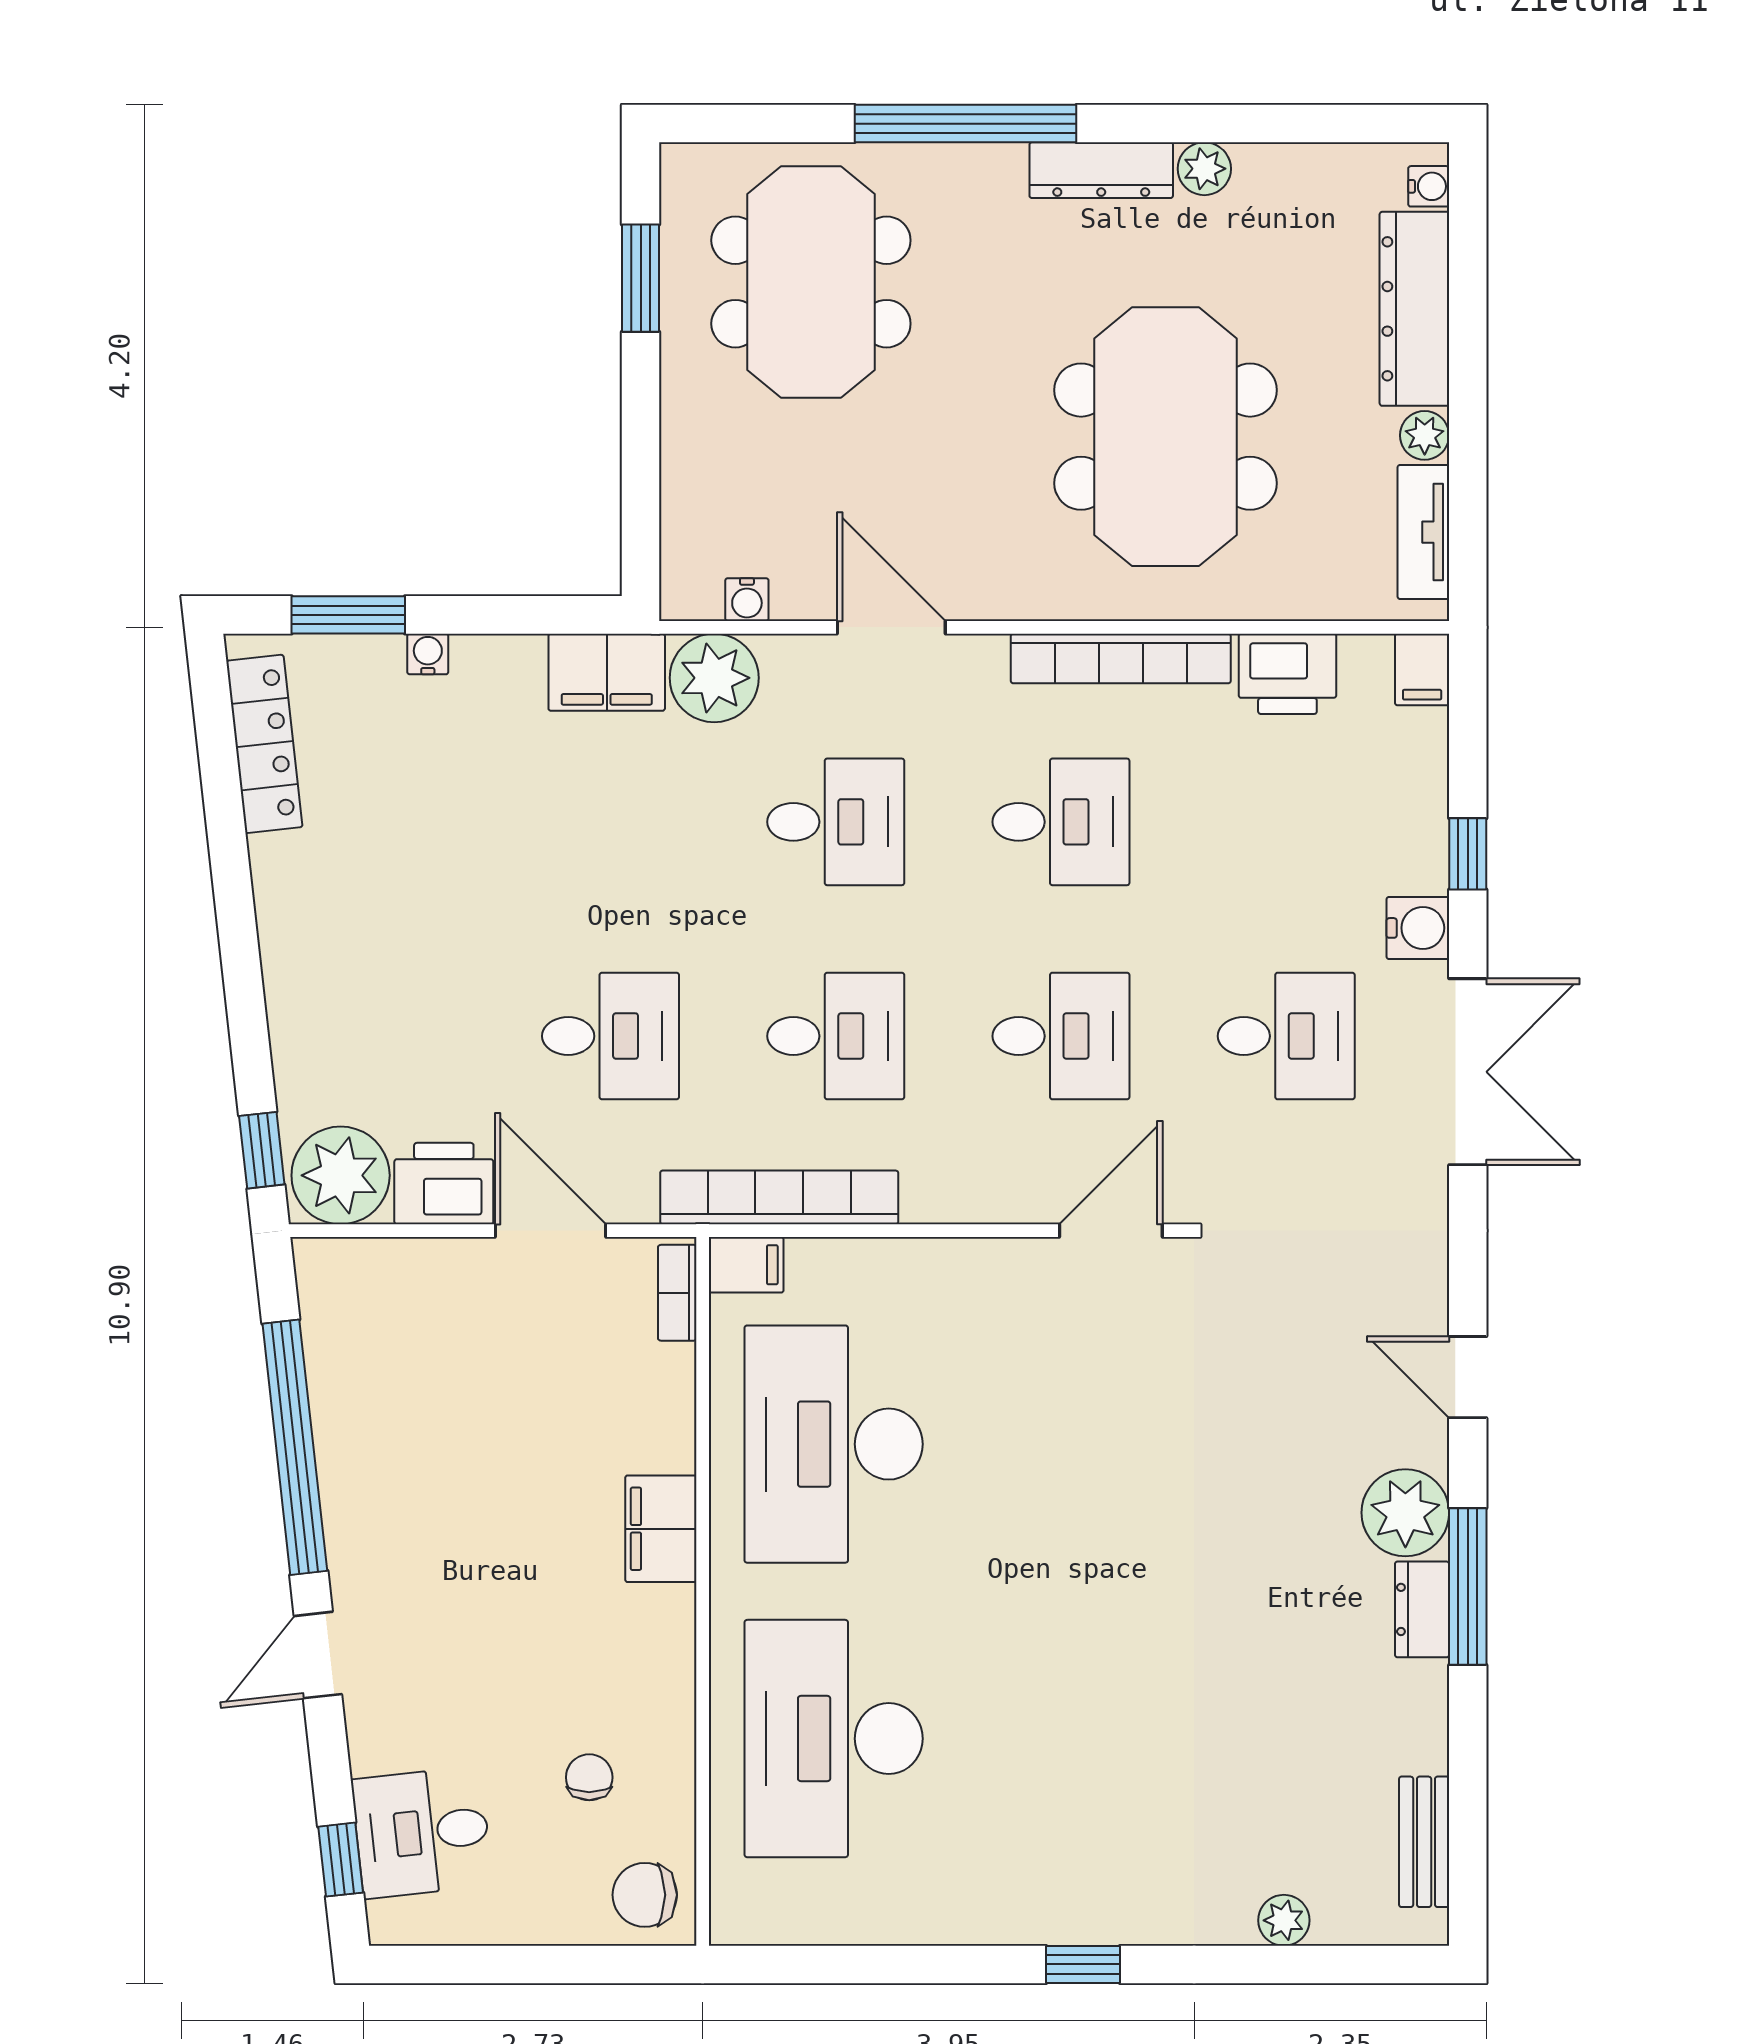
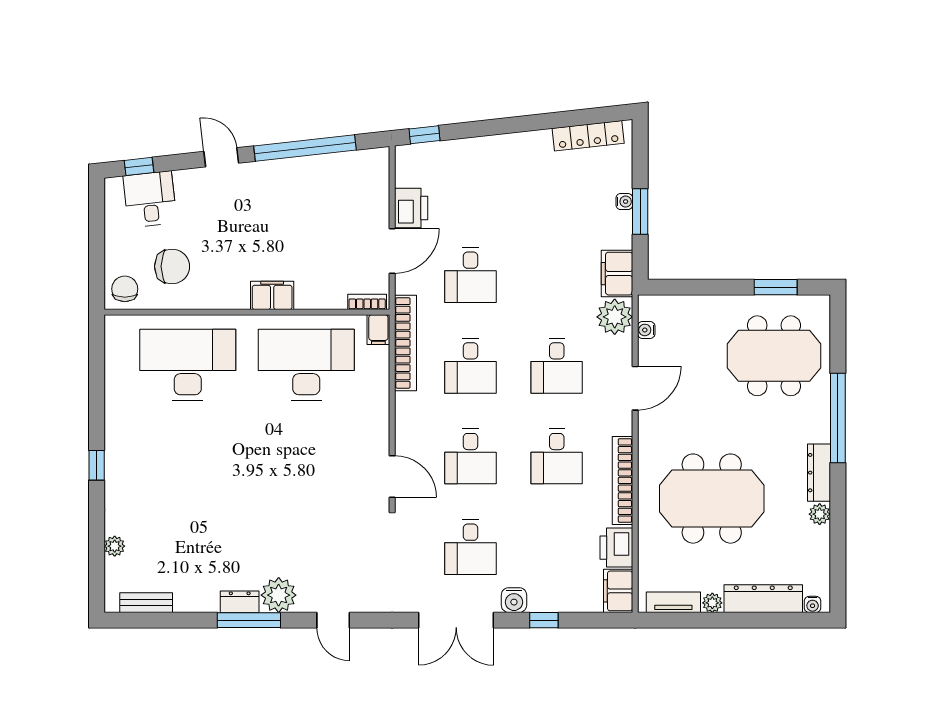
window: (348, 615) -> (640, 211), moved
filing cabinet: (1422, 669) -> (618, 591), width x2.00
plant: (341, 1175) -> (414, 166), removed
door: (1468, 1377) -> (333, 620), swing flipped
chair: (589, 1777) -> (172, 266), width x1.87, depth x1.87

